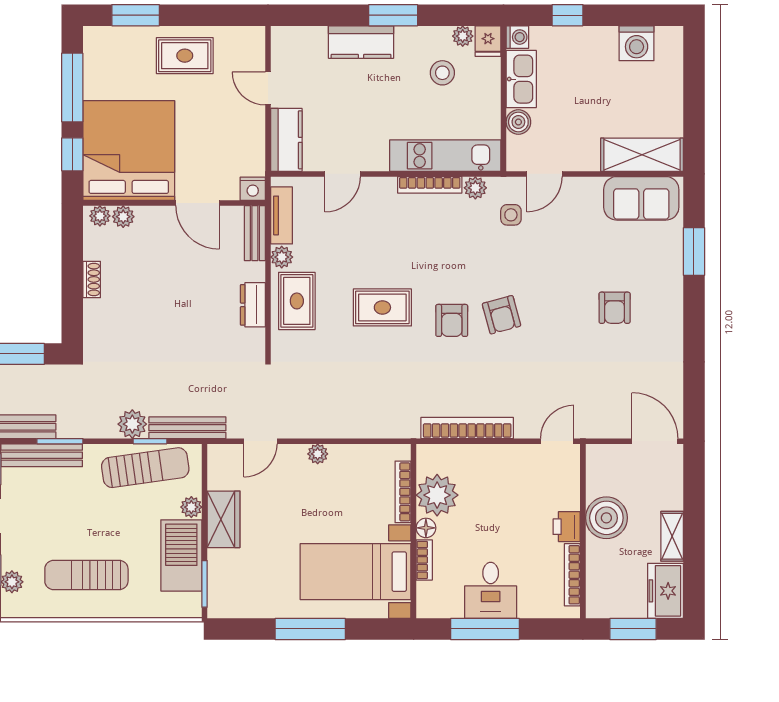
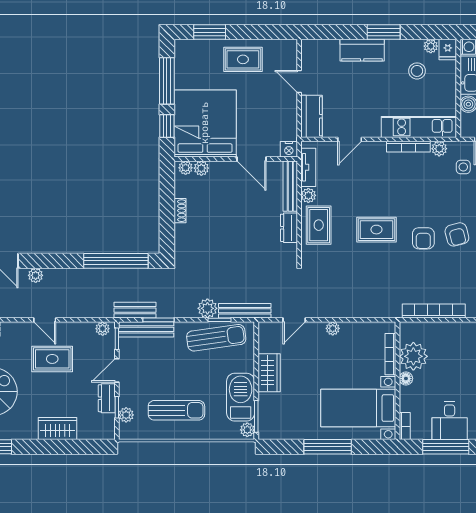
bench: (255, 233) -> (290, 186), width x1.36
plant: (191, 507) -> (247, 430), moved
bookcase: (424, 560) -> (405, 426), moved
sun lounger: (86, 575) -> (176, 410), turned 180

